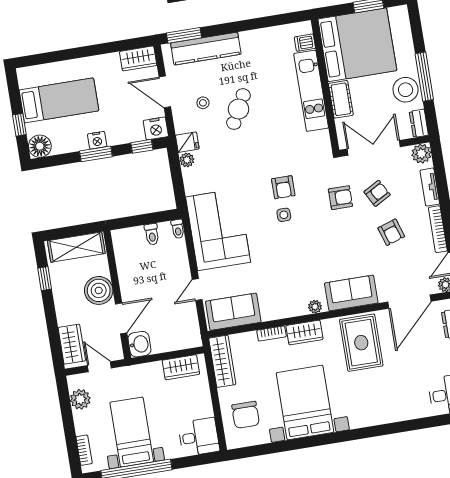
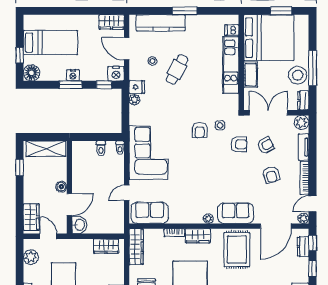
window: (184, 35) -> (185, 11), moved
side table: (284, 215) -> (220, 125), moved
boiler: (99, 290) -> (61, 187), width x0.54, depth x0.54

